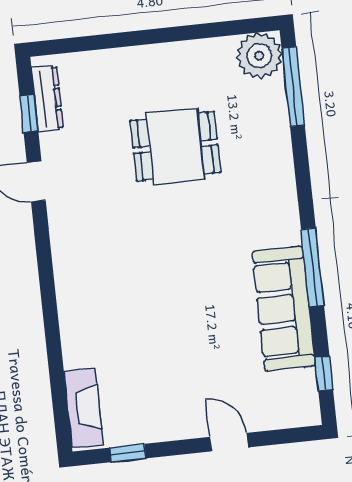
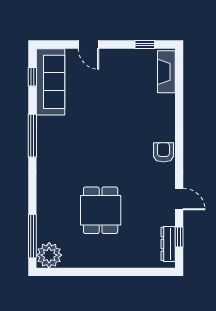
dining table: (175, 146) -> (101, 210), turned 90
armchair: (73, 263) -> (163, 152), added
sofa: (284, 309) -> (51, 82), moved

